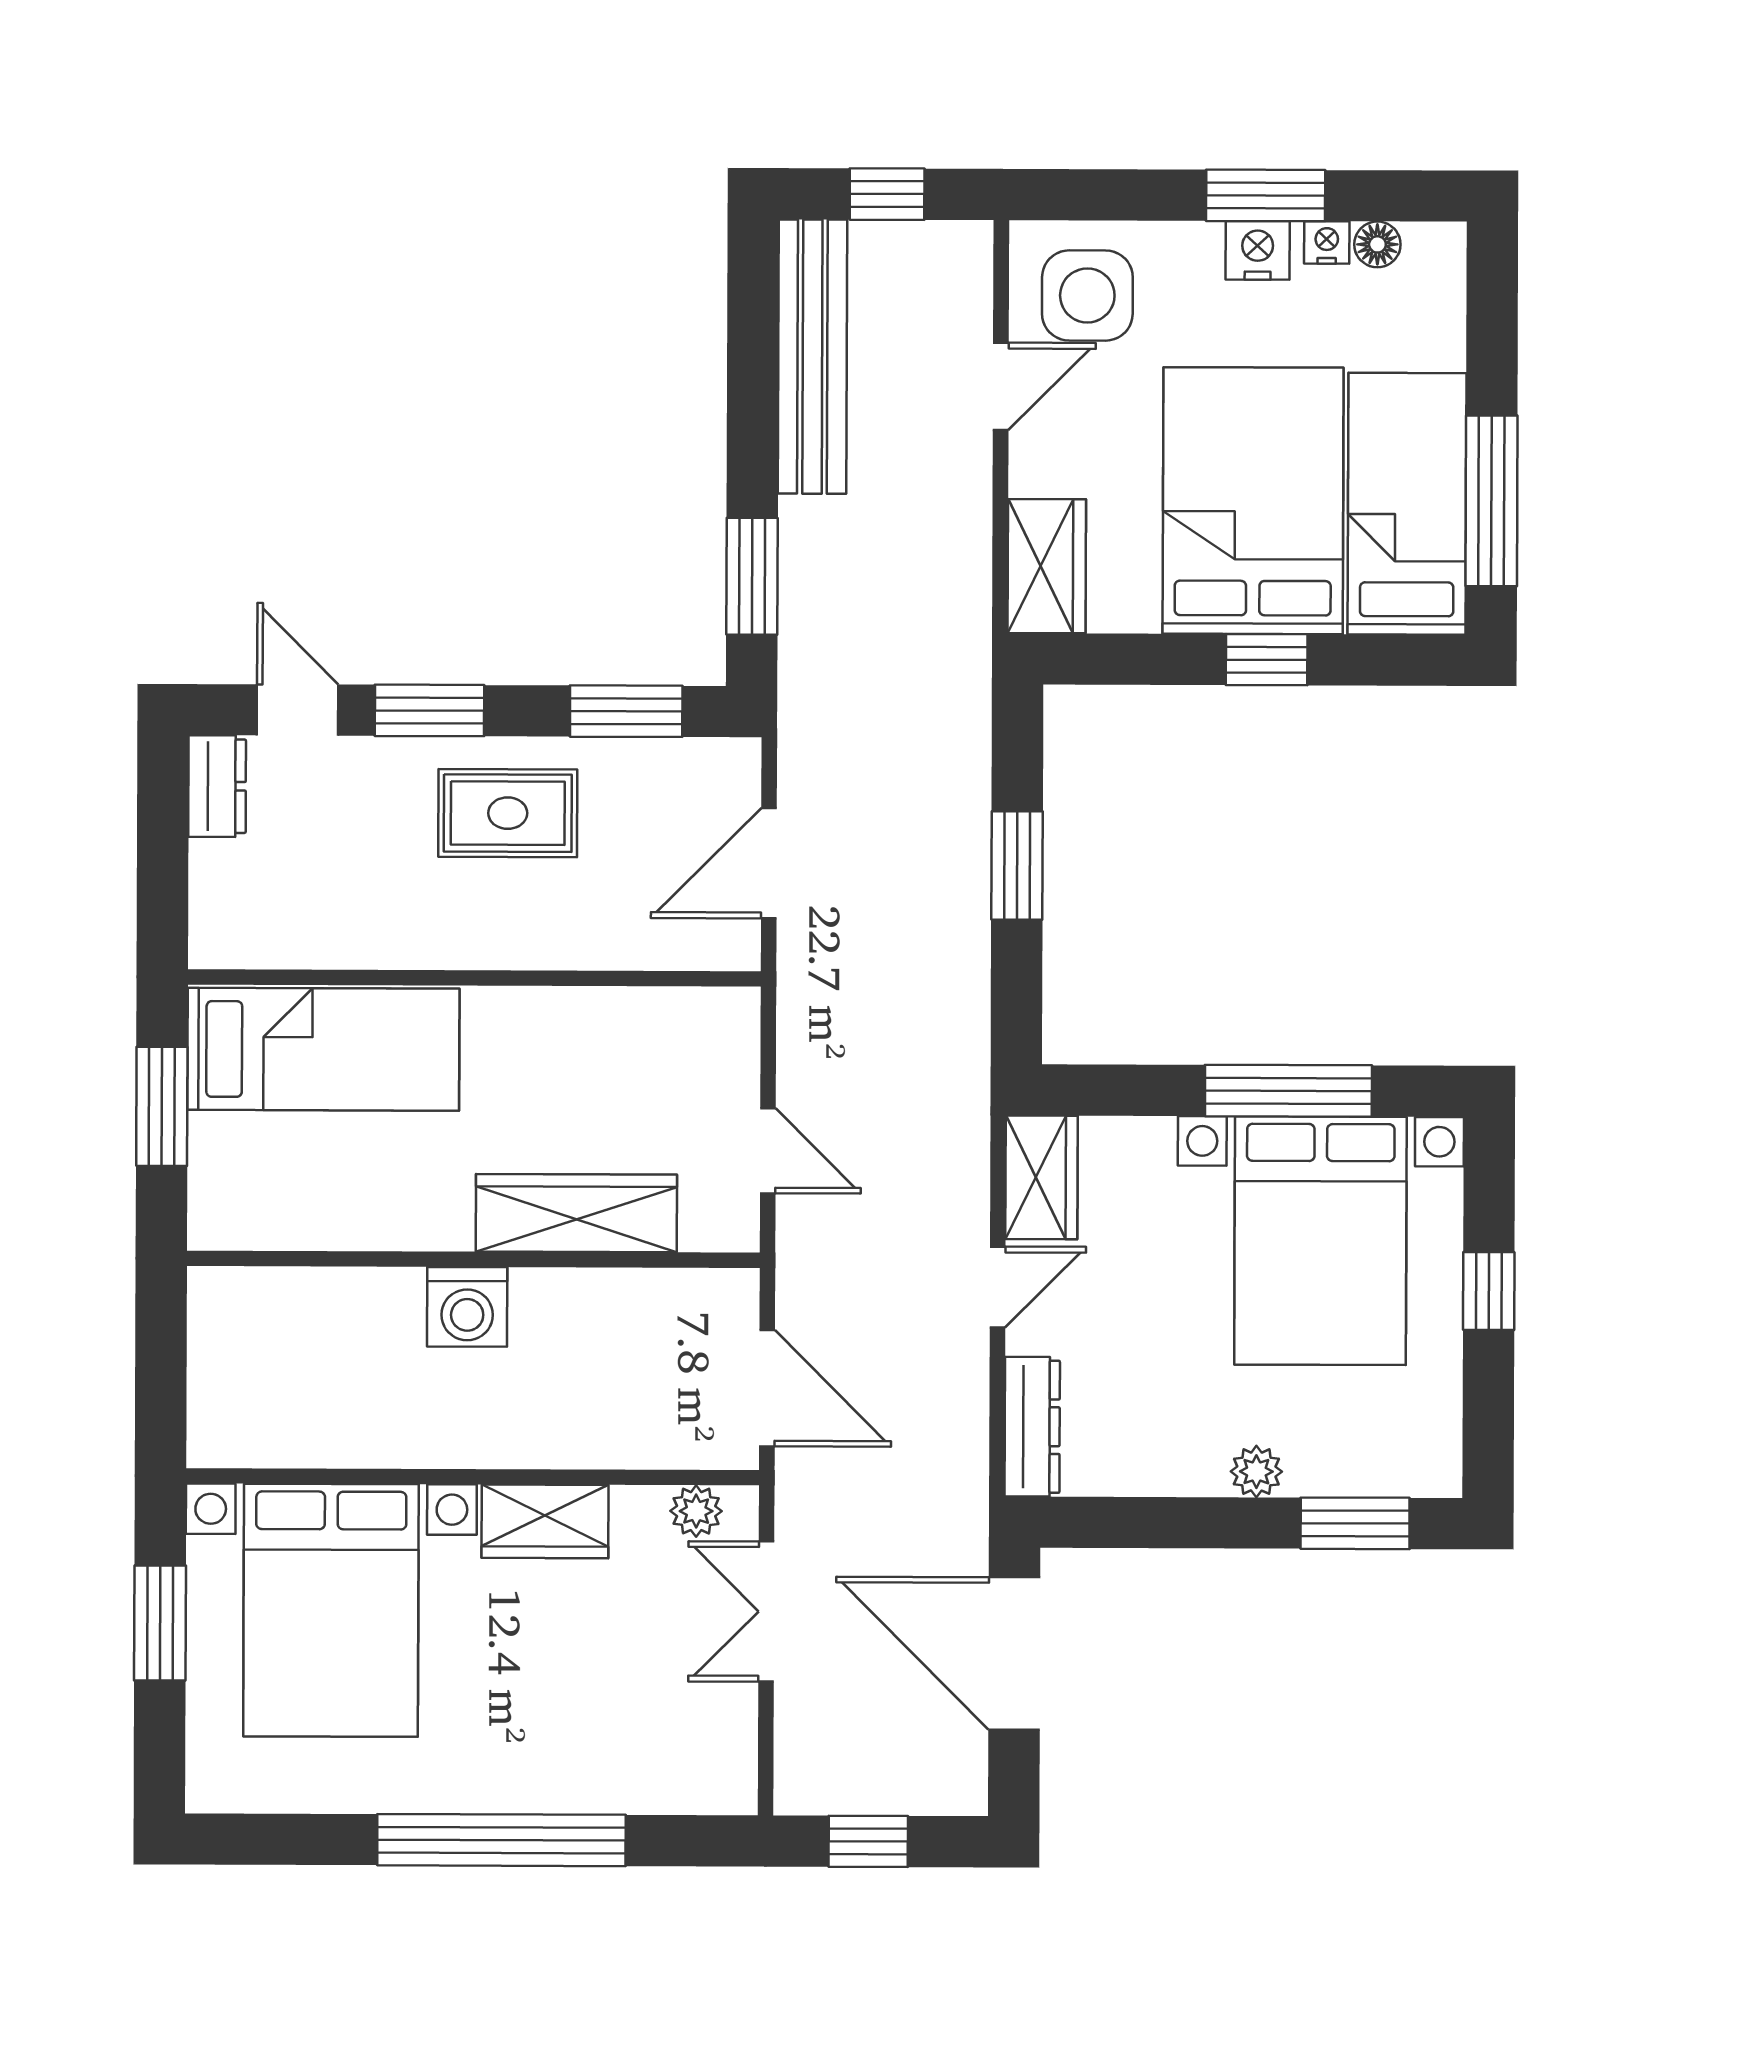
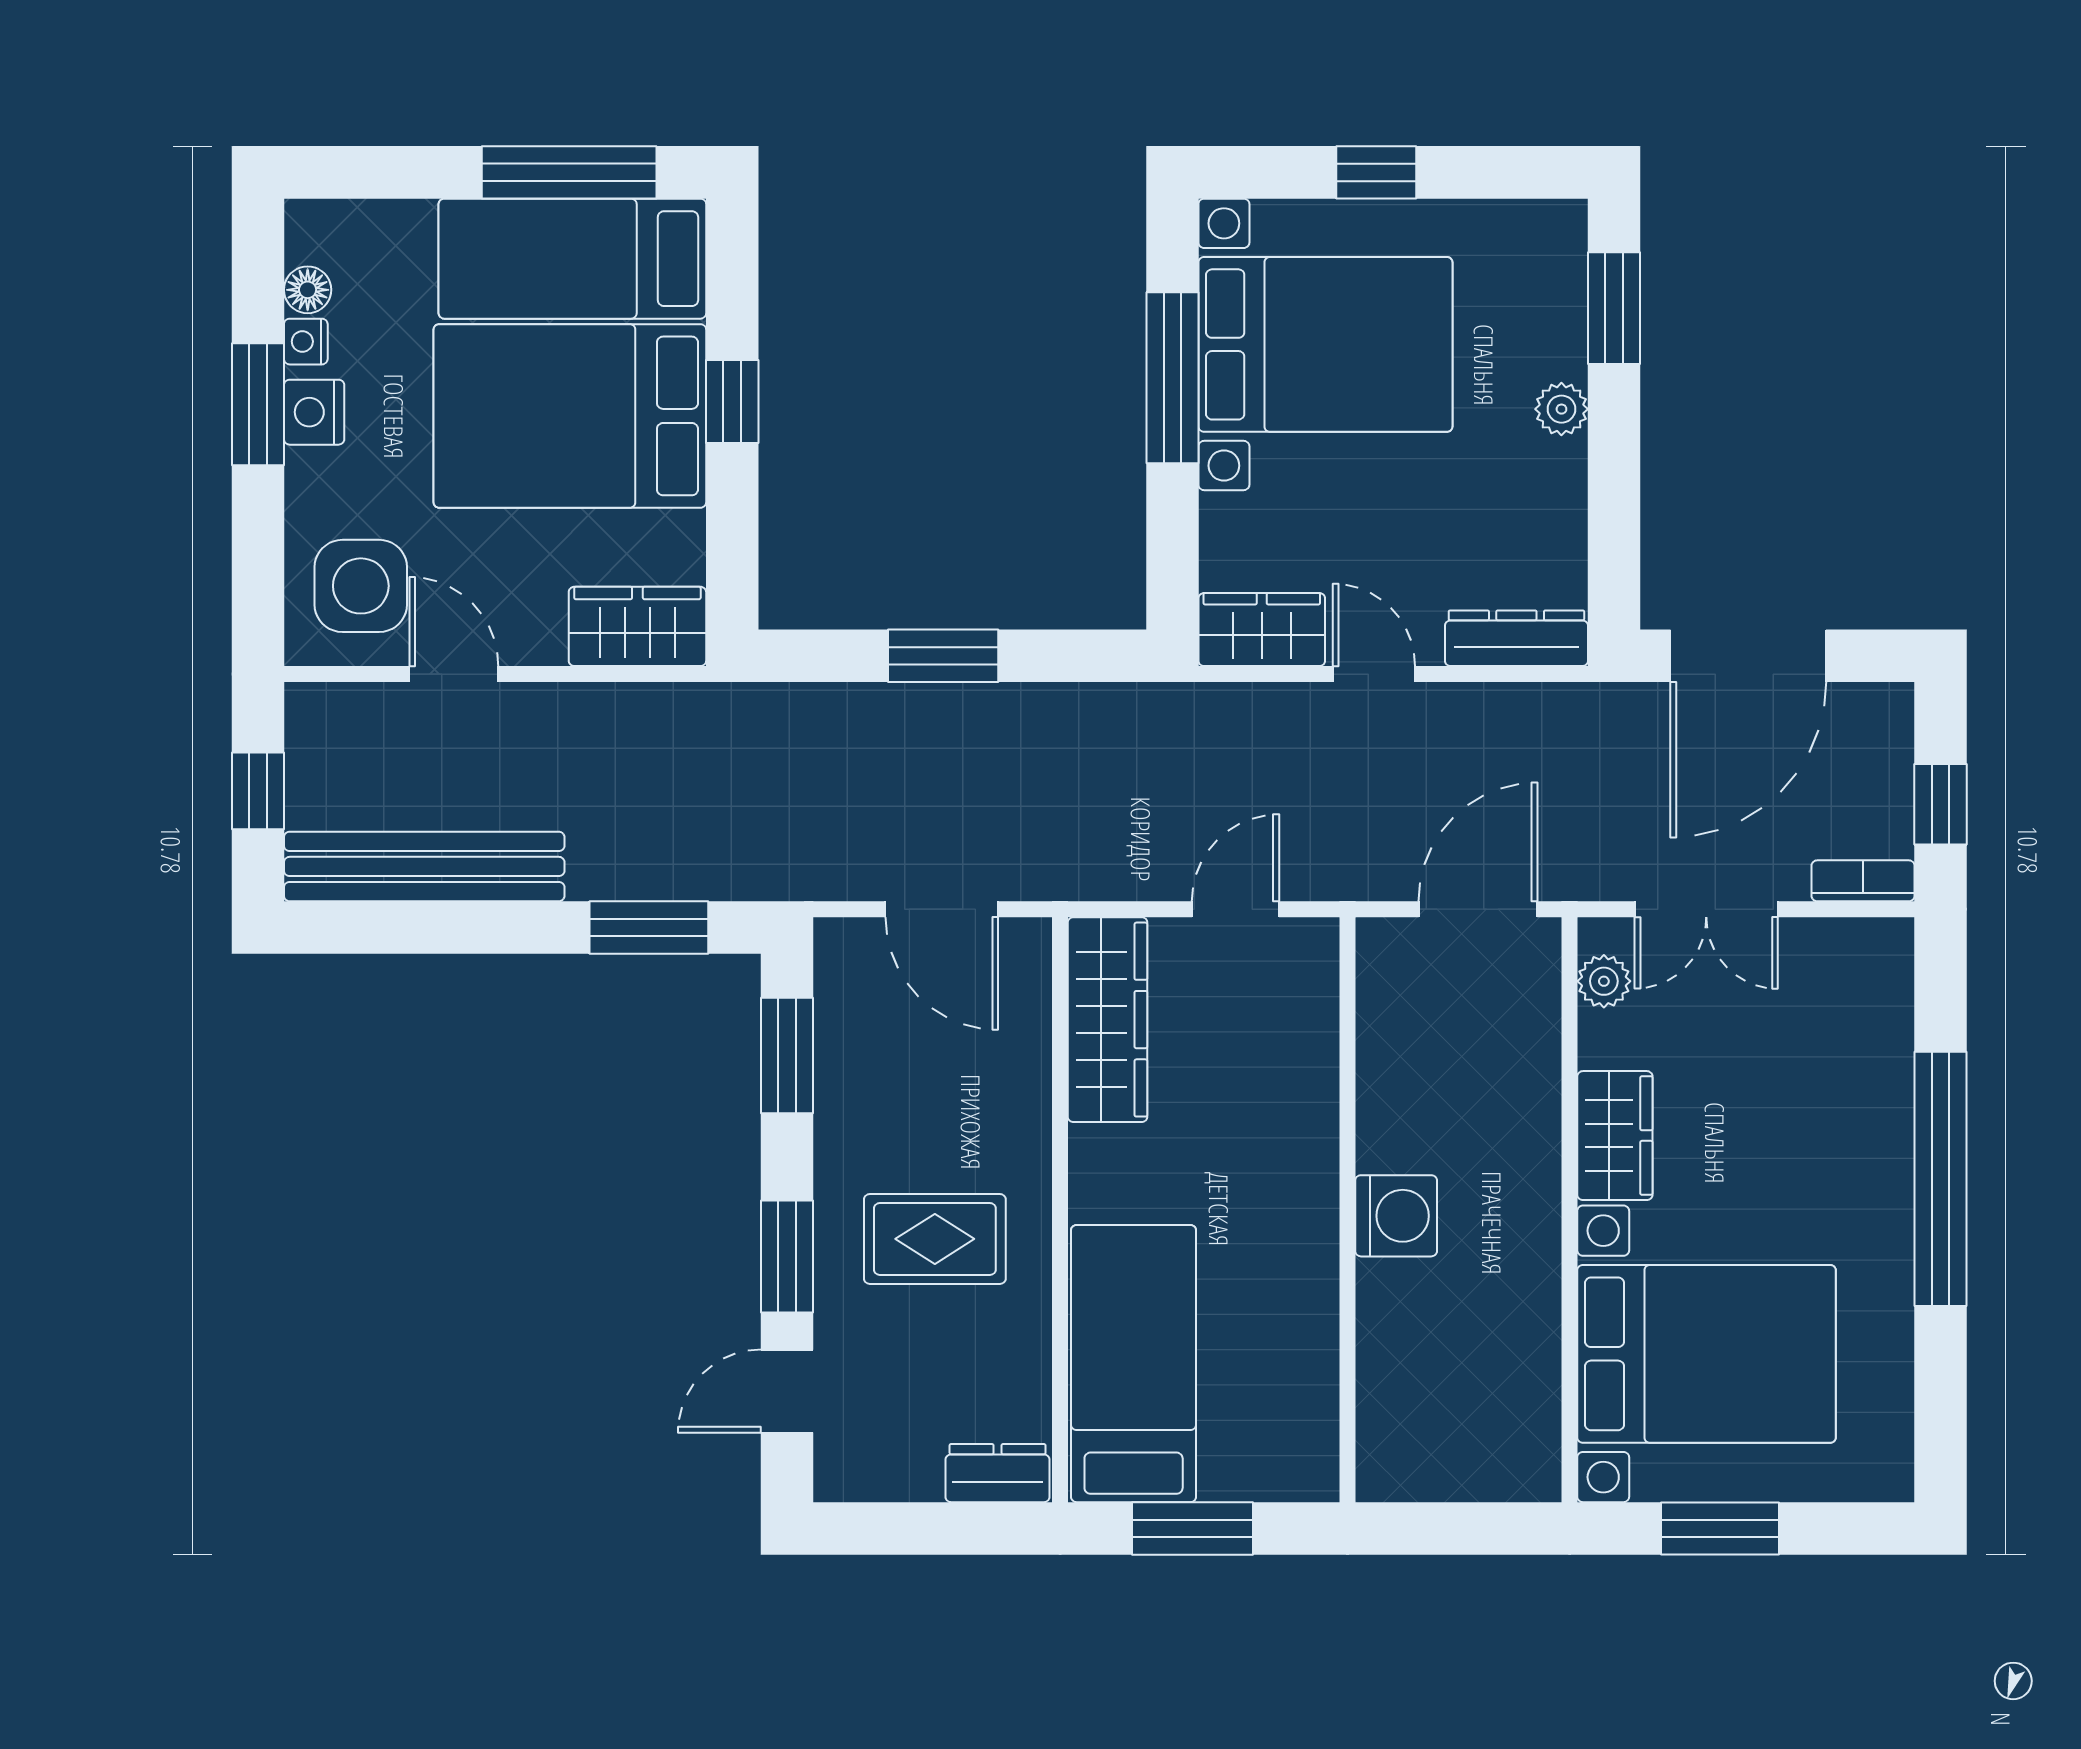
dresser: (217, 786) -> (998, 1473), moved
rug: (508, 813) -> (935, 1239), moved, turned 90
wardrobe: (576, 1213) -> (1108, 1020), moved, turned 180
bookcase: (794, 1765) -> (1863, 881), added

